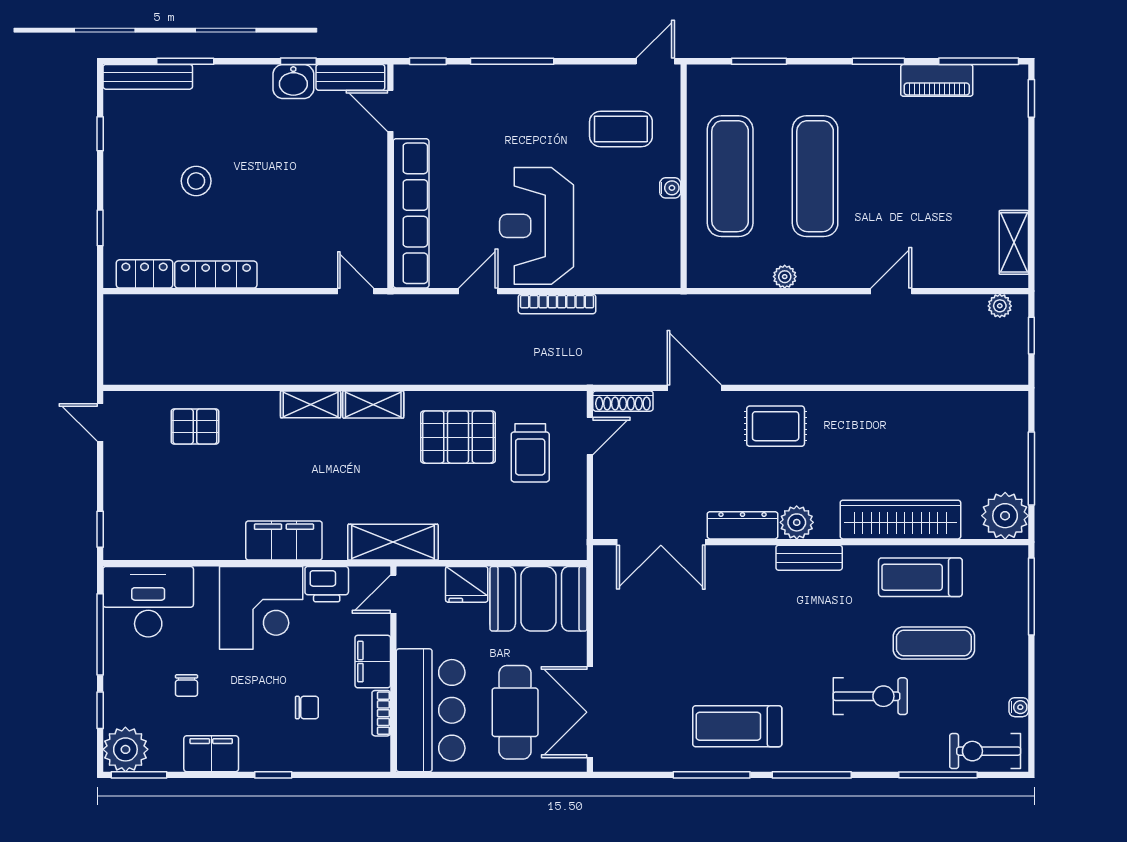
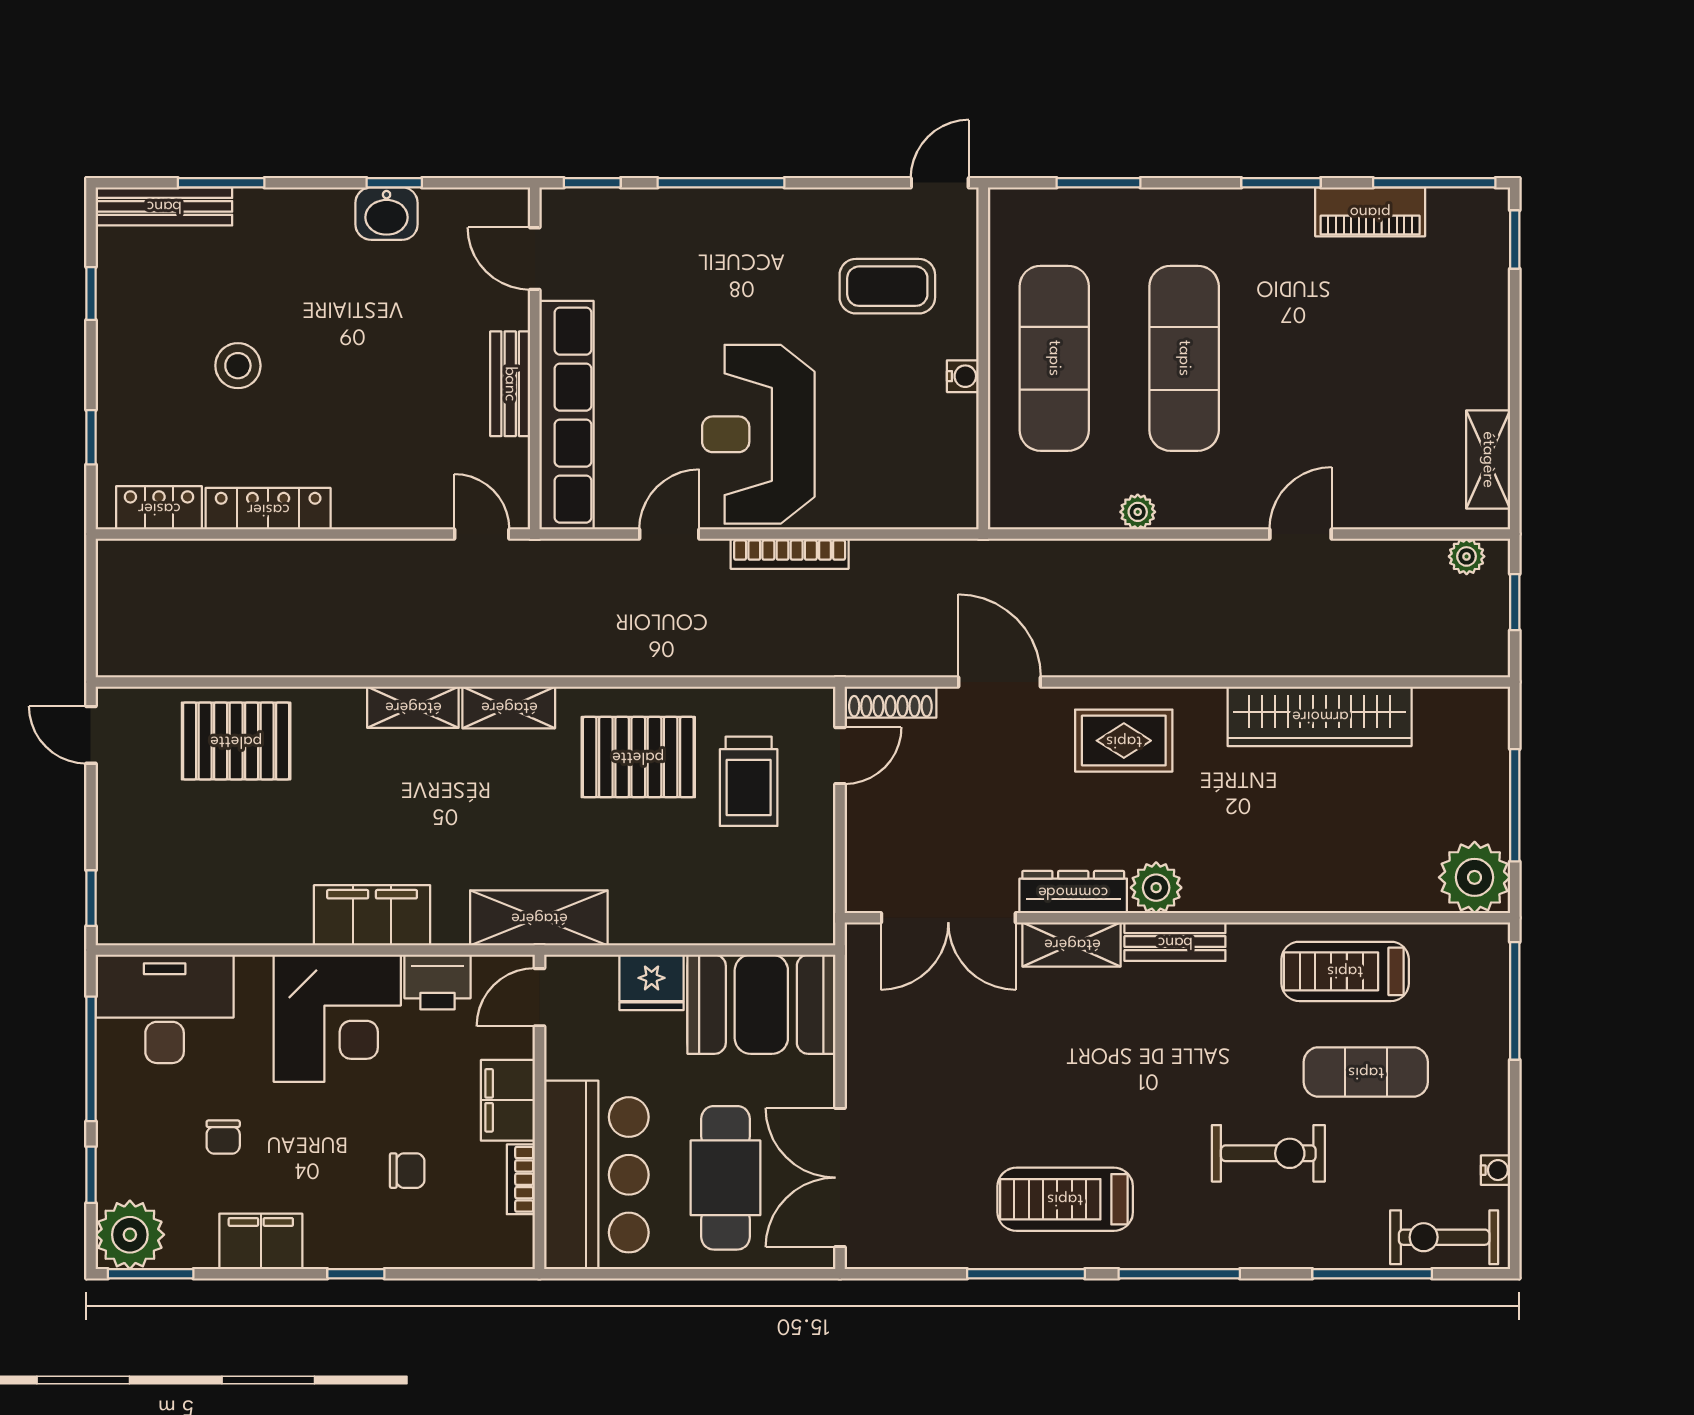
bench: (350, 77) -> (510, 384), moved, turned 90
pallet: (195, 426) -> (236, 741), width x1.50, depth x1.42
wardrobe: (900, 520) -> (1320, 716), moved, turned 180
shelving: (741, 560) -> (1072, 944), added

